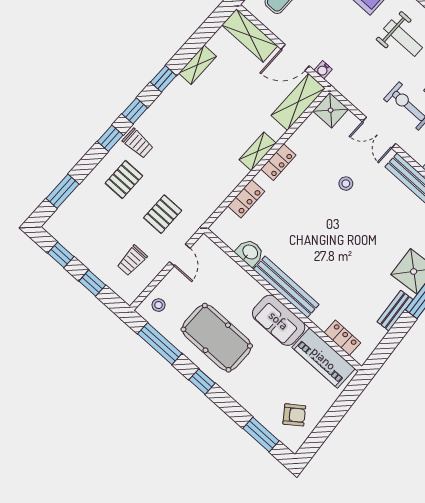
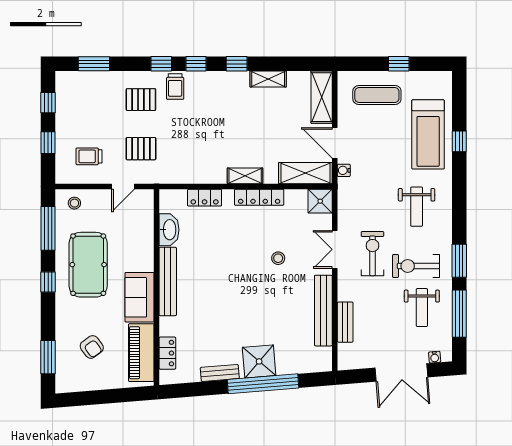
locker: (278, 162) -> (259, 197), width x1.53
washbasin: (250, 252) -> (169, 230), width x1.38
armchair: (294, 415) -> (92, 347), moved

